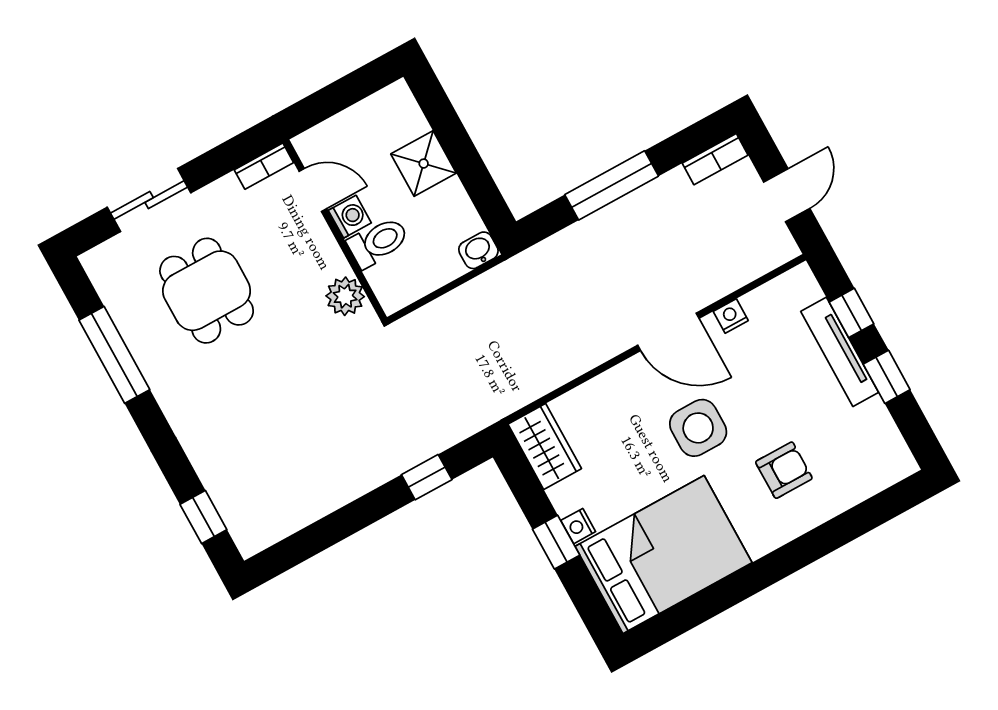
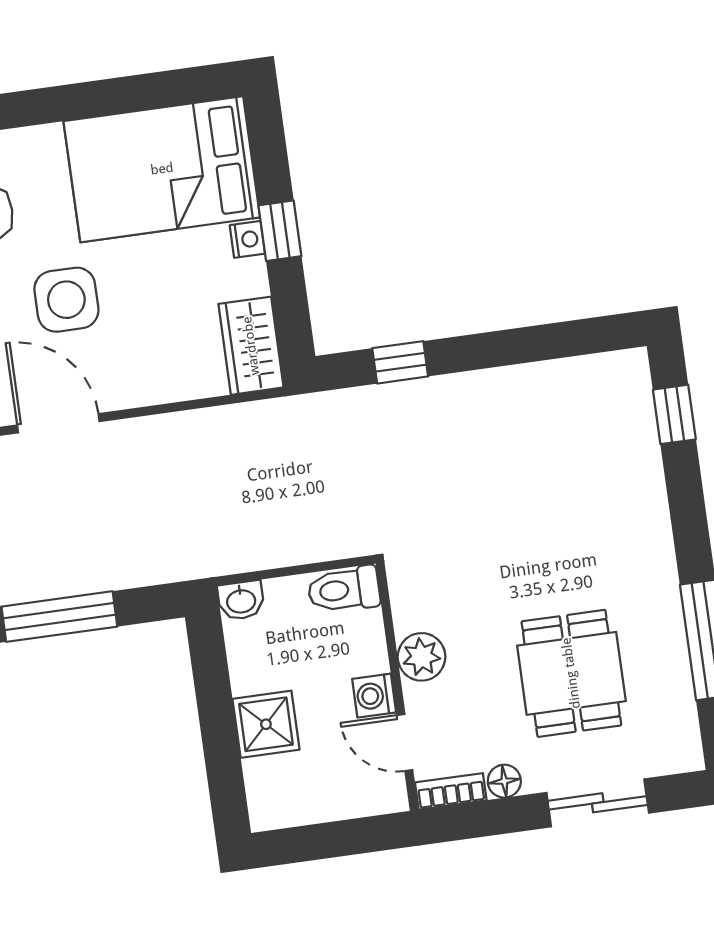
floor lamp: (226, 189) -> (504, 781), added
toilet: (378, 242) -> (344, 590), moved
plant: (345, 296) -> (422, 657), moved

